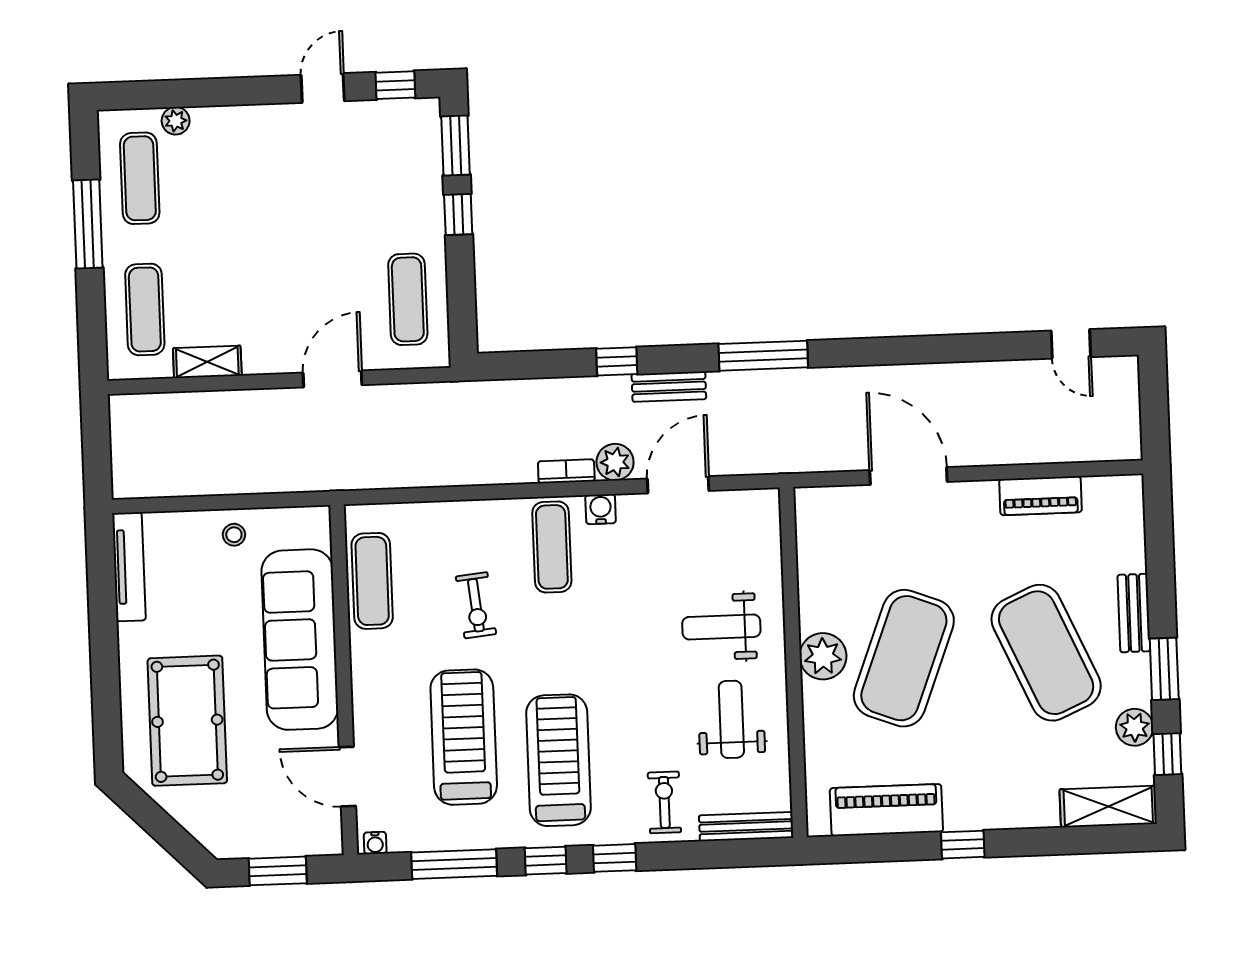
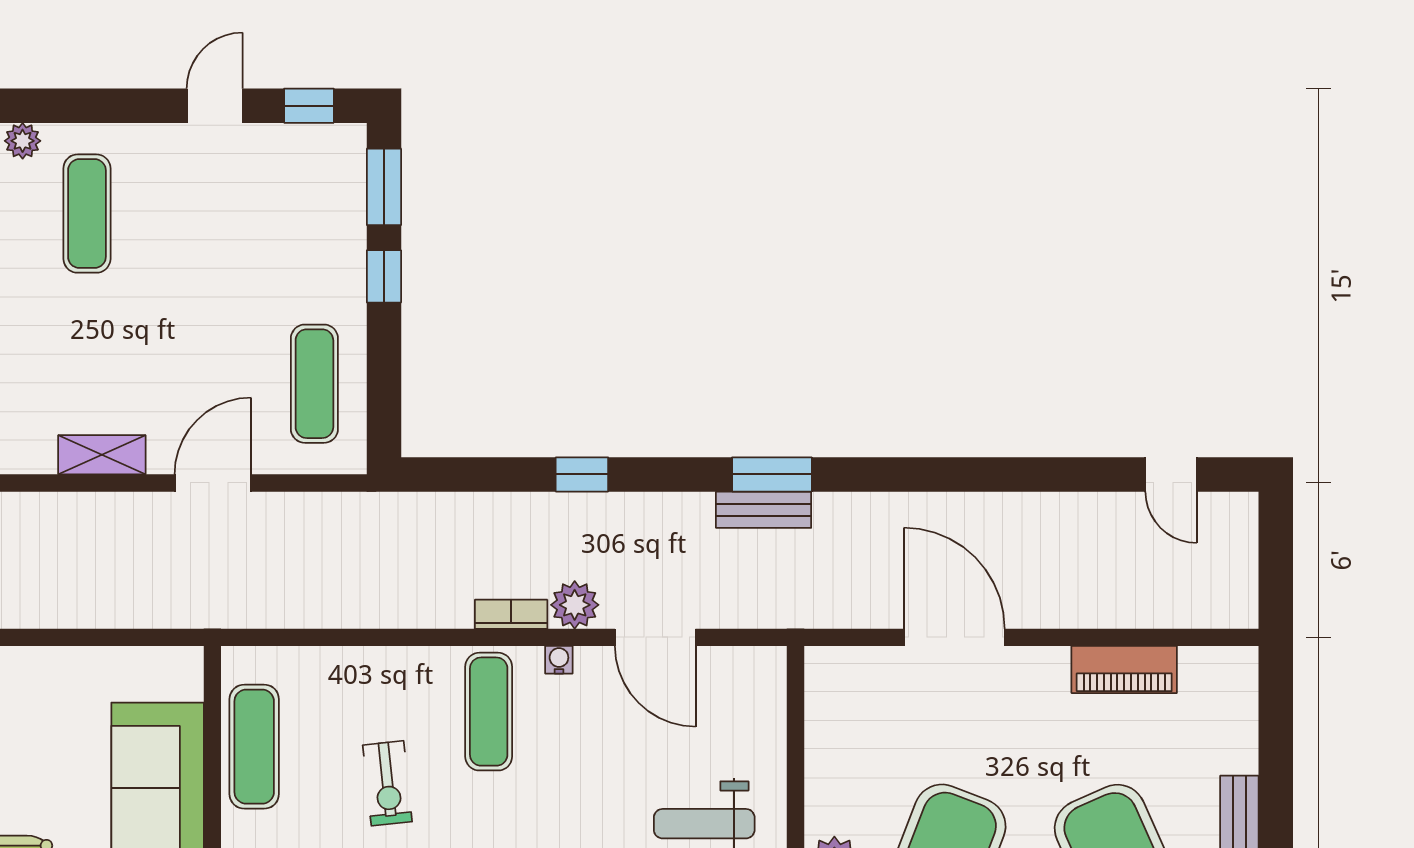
exercise mat: (227, 175) -> (87, 214), added
window: (763, 356) -> (772, 474), width x0.69
shelving: (207, 362) -> (102, 455), moved
bench: (669, 387) -> (764, 510), moved
door: (678, 485) -> (655, 637), swing flipped
water cooler: (601, 509) -> (559, 660), width x0.72, depth x0.72
stool: (234, 535) -> (77, 680), removed

